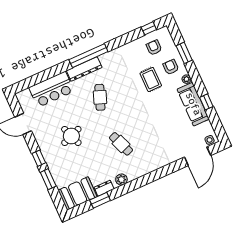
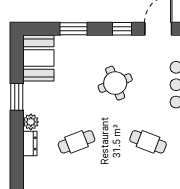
window: (39, 158) -> (122, 29), moved
dresser: (104, 188) -> (30, 143), moved
window: (100, 200) -> (17, 97), moved

